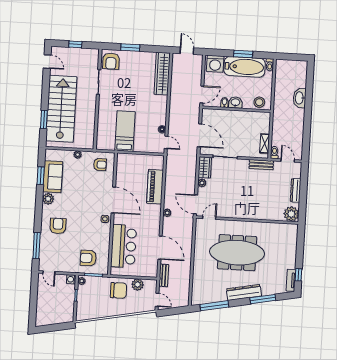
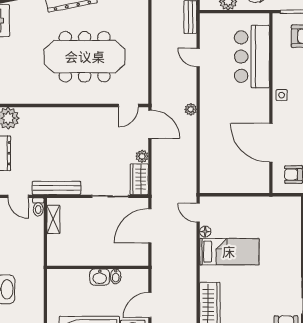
door: (202, 94) -> (150, 305), moved
stool: (259, 102) -> (65, 280), removed
bed: (125, 131) -> (229, 252), moved, turned -90
door: (199, 135) -> (150, 226), hinge flipped
bench: (261, 165) -> (56, 188), width x1.36
piano: (155, 187) -> (211, 147), removed
door: (113, 200) -> (271, 143), moved
door: (160, 248) -> (198, 58), width x0.53

